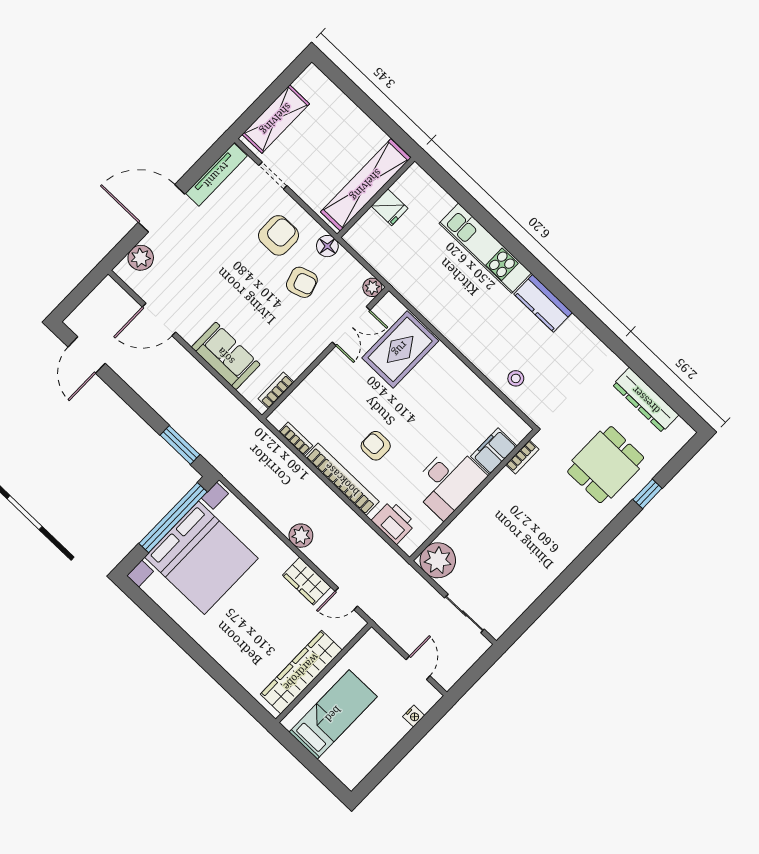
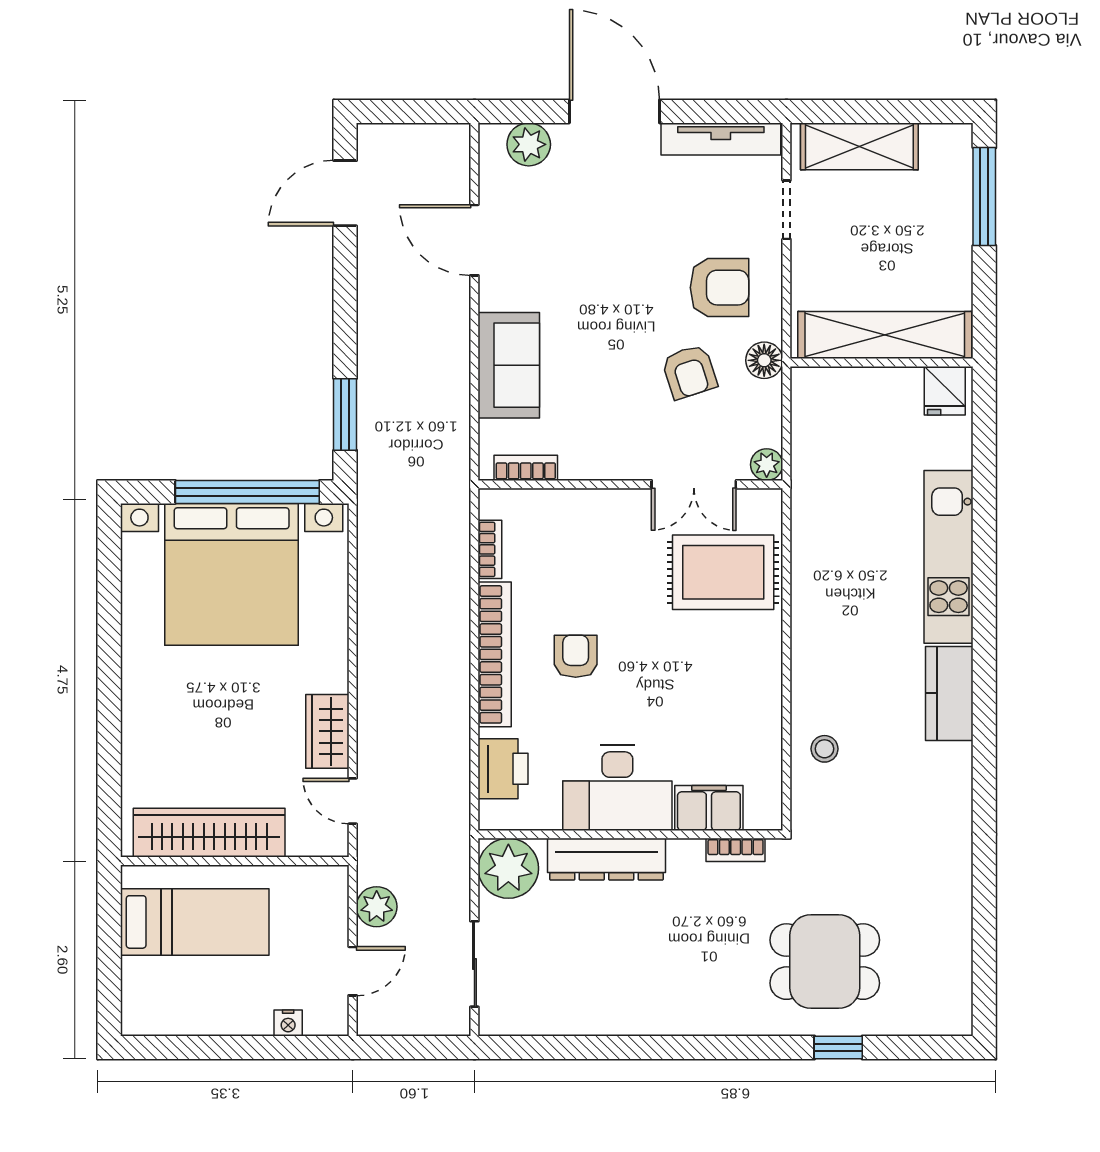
window: (348, 87) -> (984, 197), added
fridge: (390, 207) -> (945, 391), moved
dresser: (646, 400) -> (606, 859), moved, turned -90
plant: (301, 536) -> (377, 907), moved

